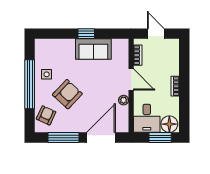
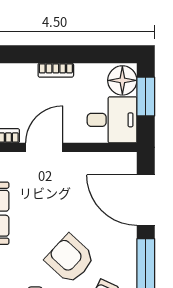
plant: (124, 100) -> (80, 160), removed

